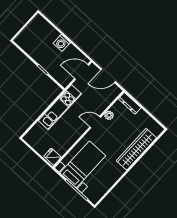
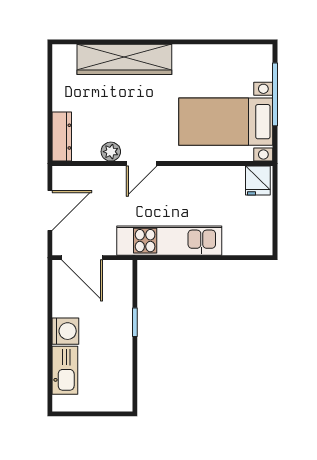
kitchen sink: (48, 30) -> (65, 370), added
door: (108, 76) -> (50, 210), hinge flipped
door: (95, 122) -> (142, 164), hinge flipped

